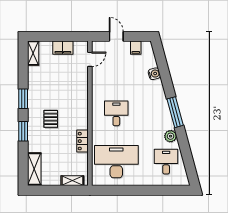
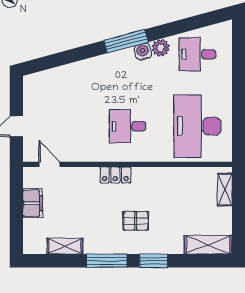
filing cabinet: (136, 48) -> (33, 98), removed
shelving: (33, 53) -> (65, 246), moved
water cooler: (154, 74) -> (143, 52), moved
window: (23, 99) -> (107, 261), width x1.44
locker: (83, 141) -> (115, 175), moved

